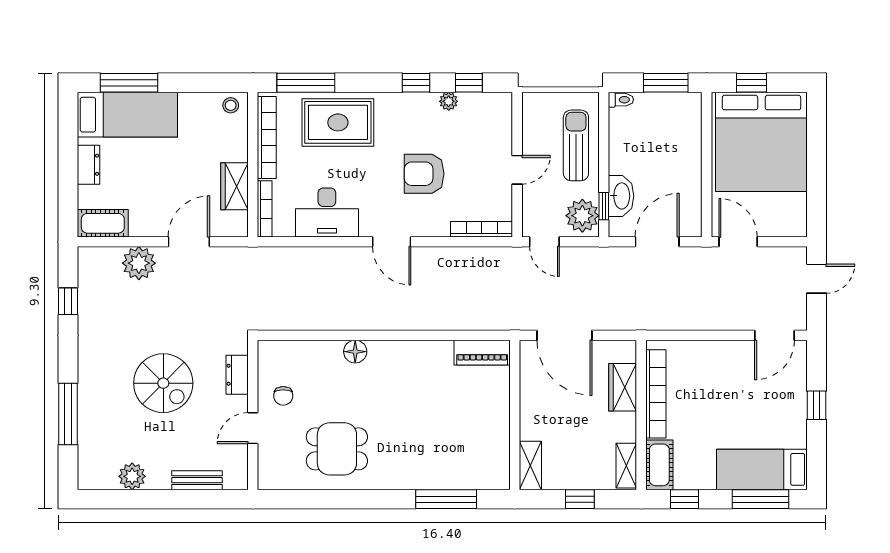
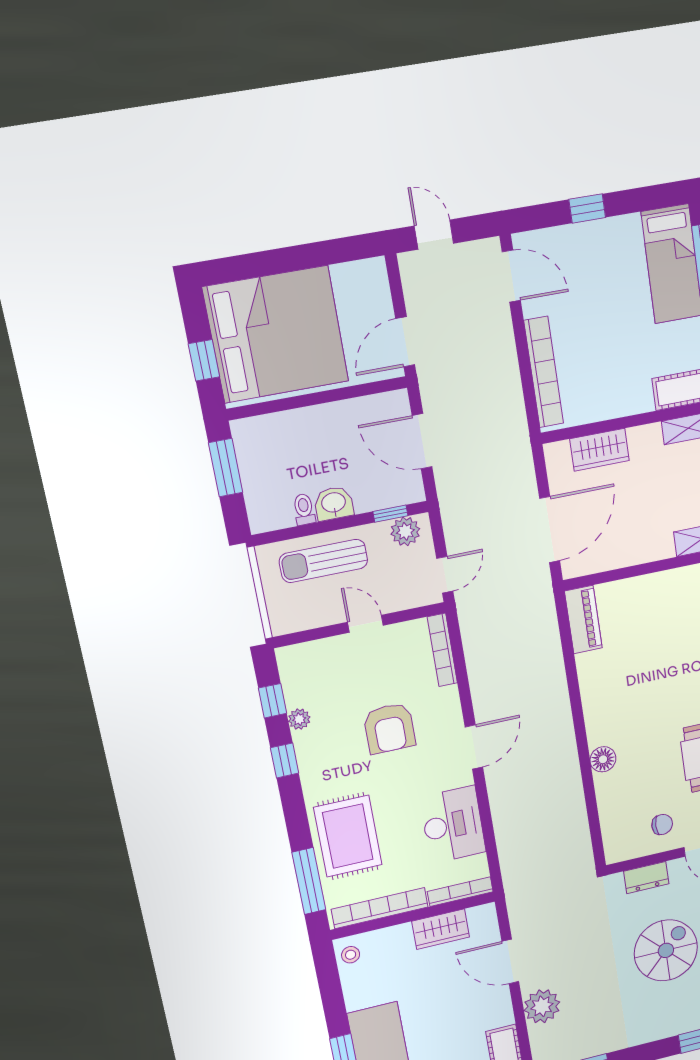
toilet: (621, 100) -> (304, 509), moved
washbasin: (621, 196) -> (334, 503), moved, width x0.72
plant: (582, 216) -> (405, 531), width x0.73, depth x0.73
bookcase: (656, 394) -> (544, 372), moved, turned 90

